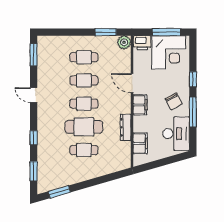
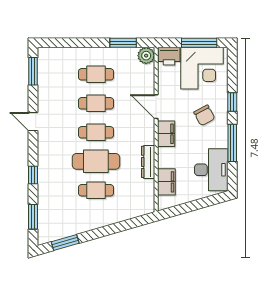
chair: (174, 101) -> (204, 115), moved

